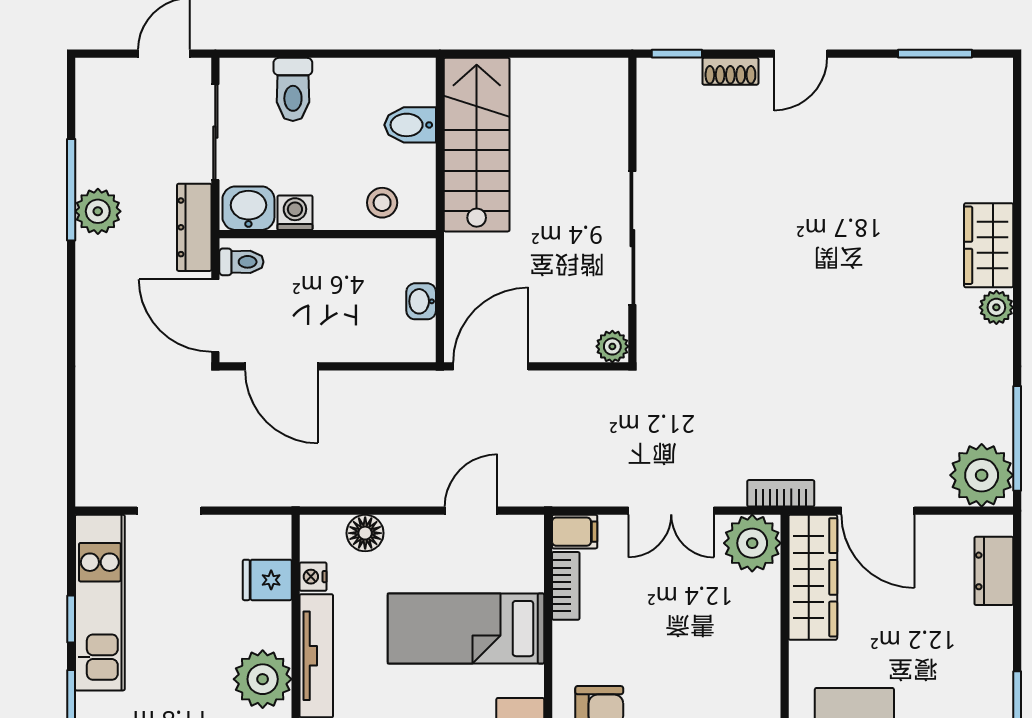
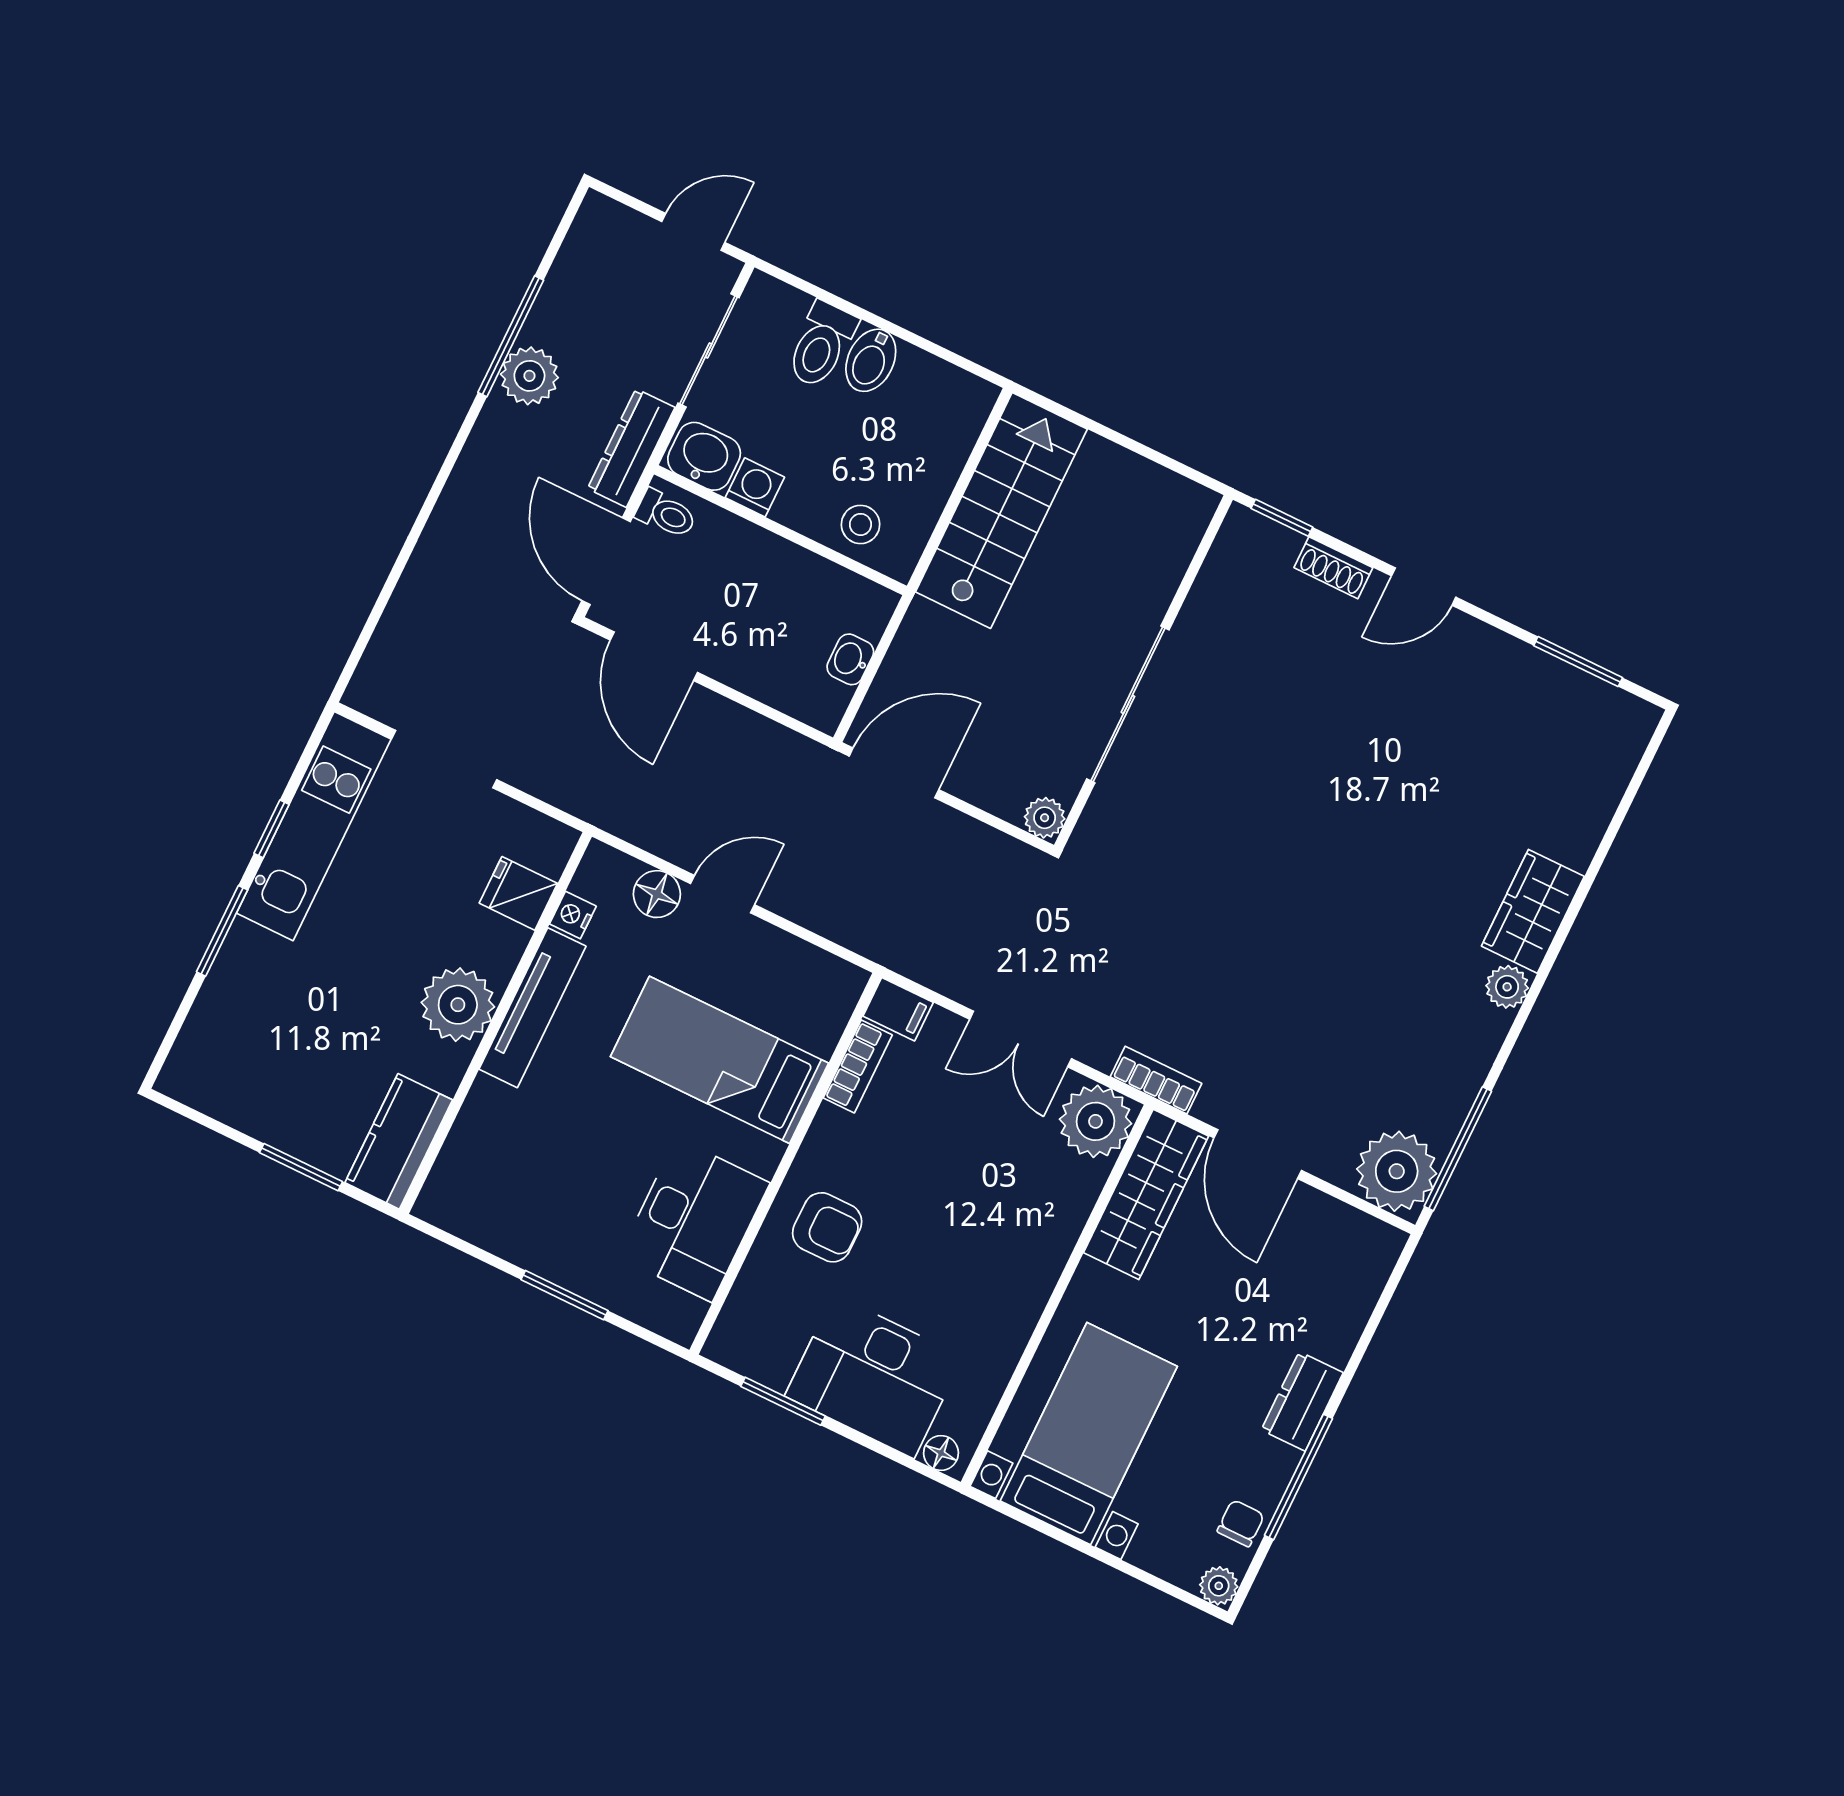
bidet: (410, 125) -> (871, 360), moved, turned -90
doorway: (169, 511) -> (444, 759), width x1.38
door: (471, 511) -> (722, 894), moved
dresser: (994, 571) -> (1302, 1401), moved

